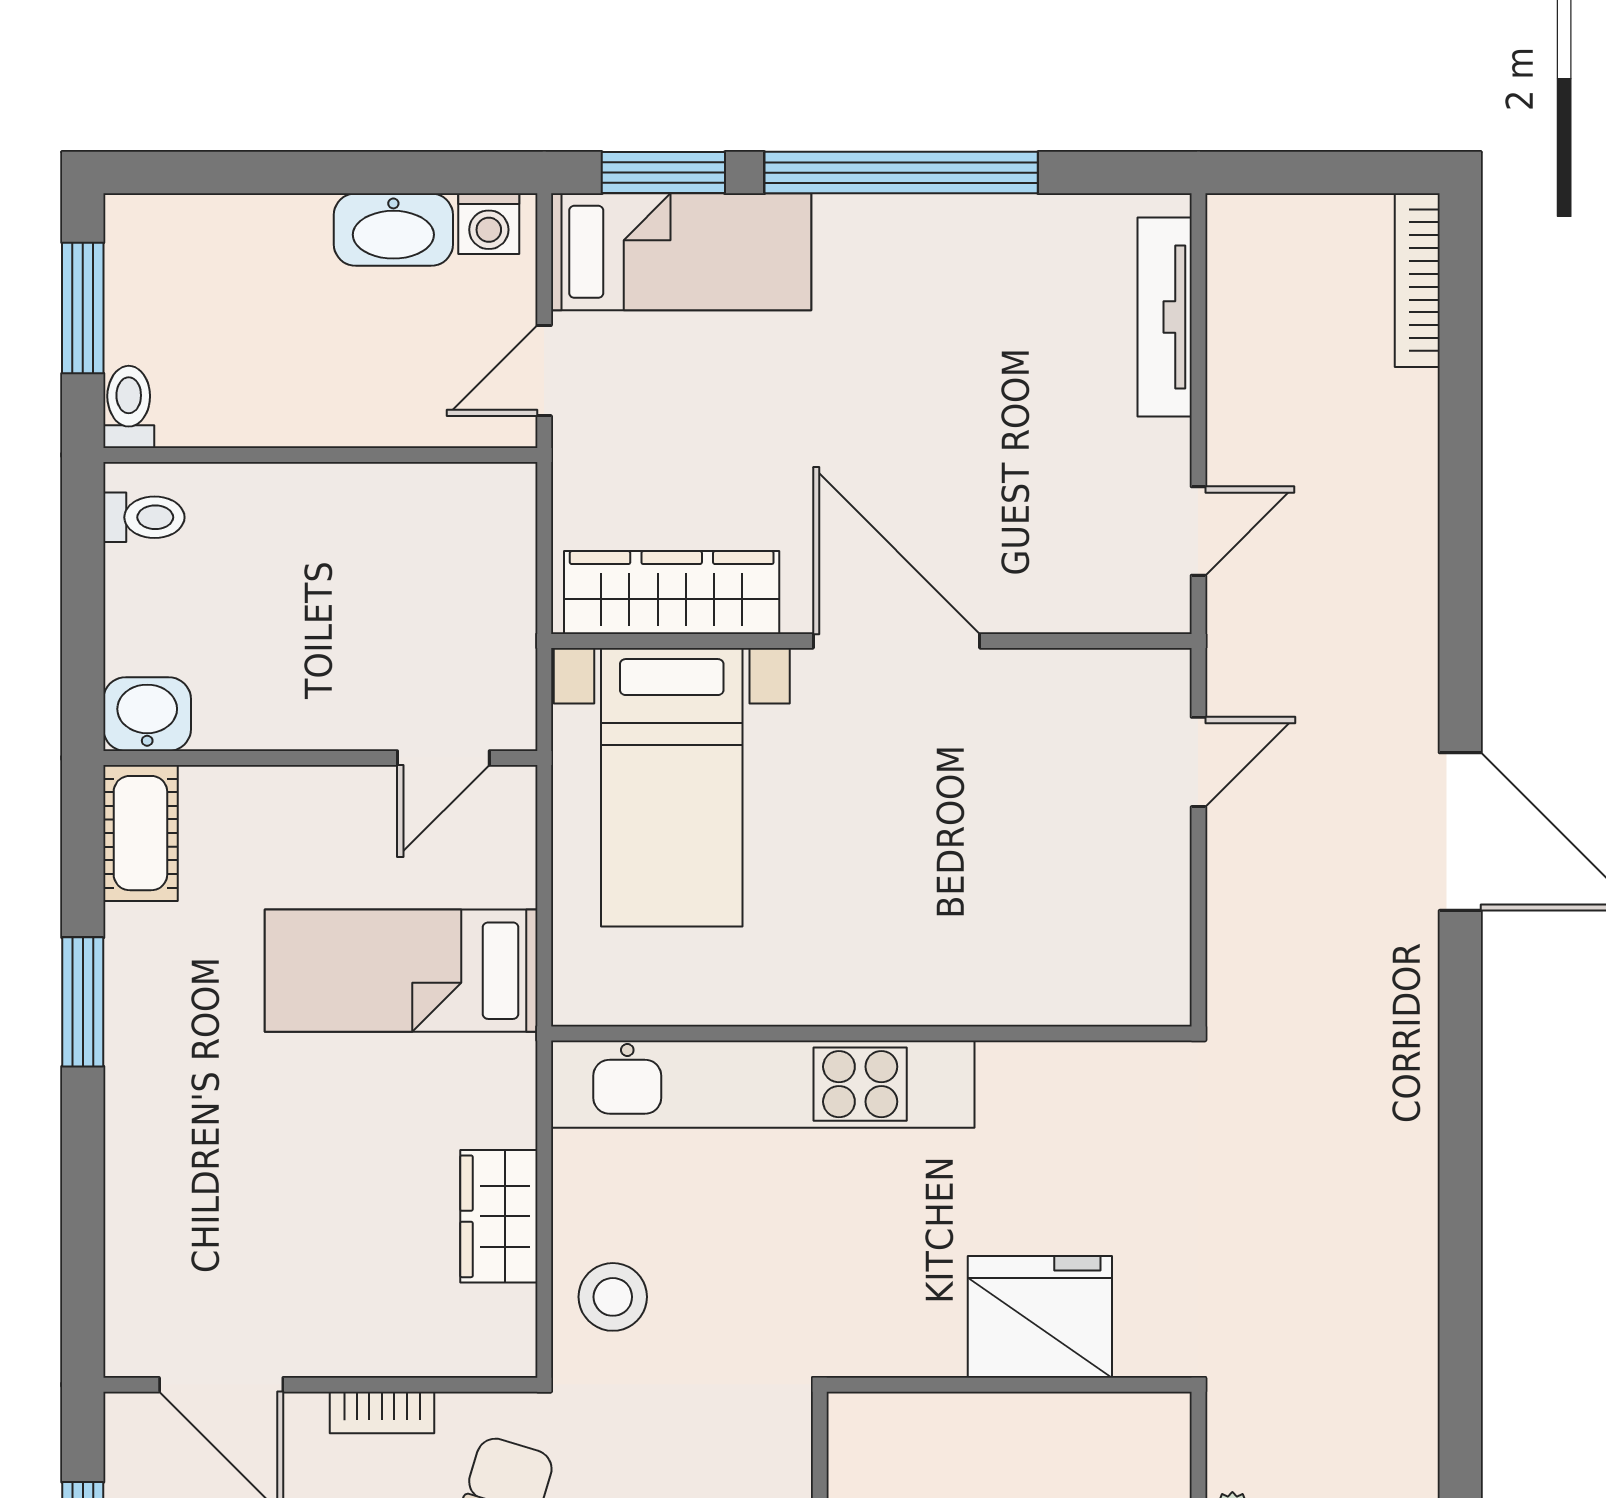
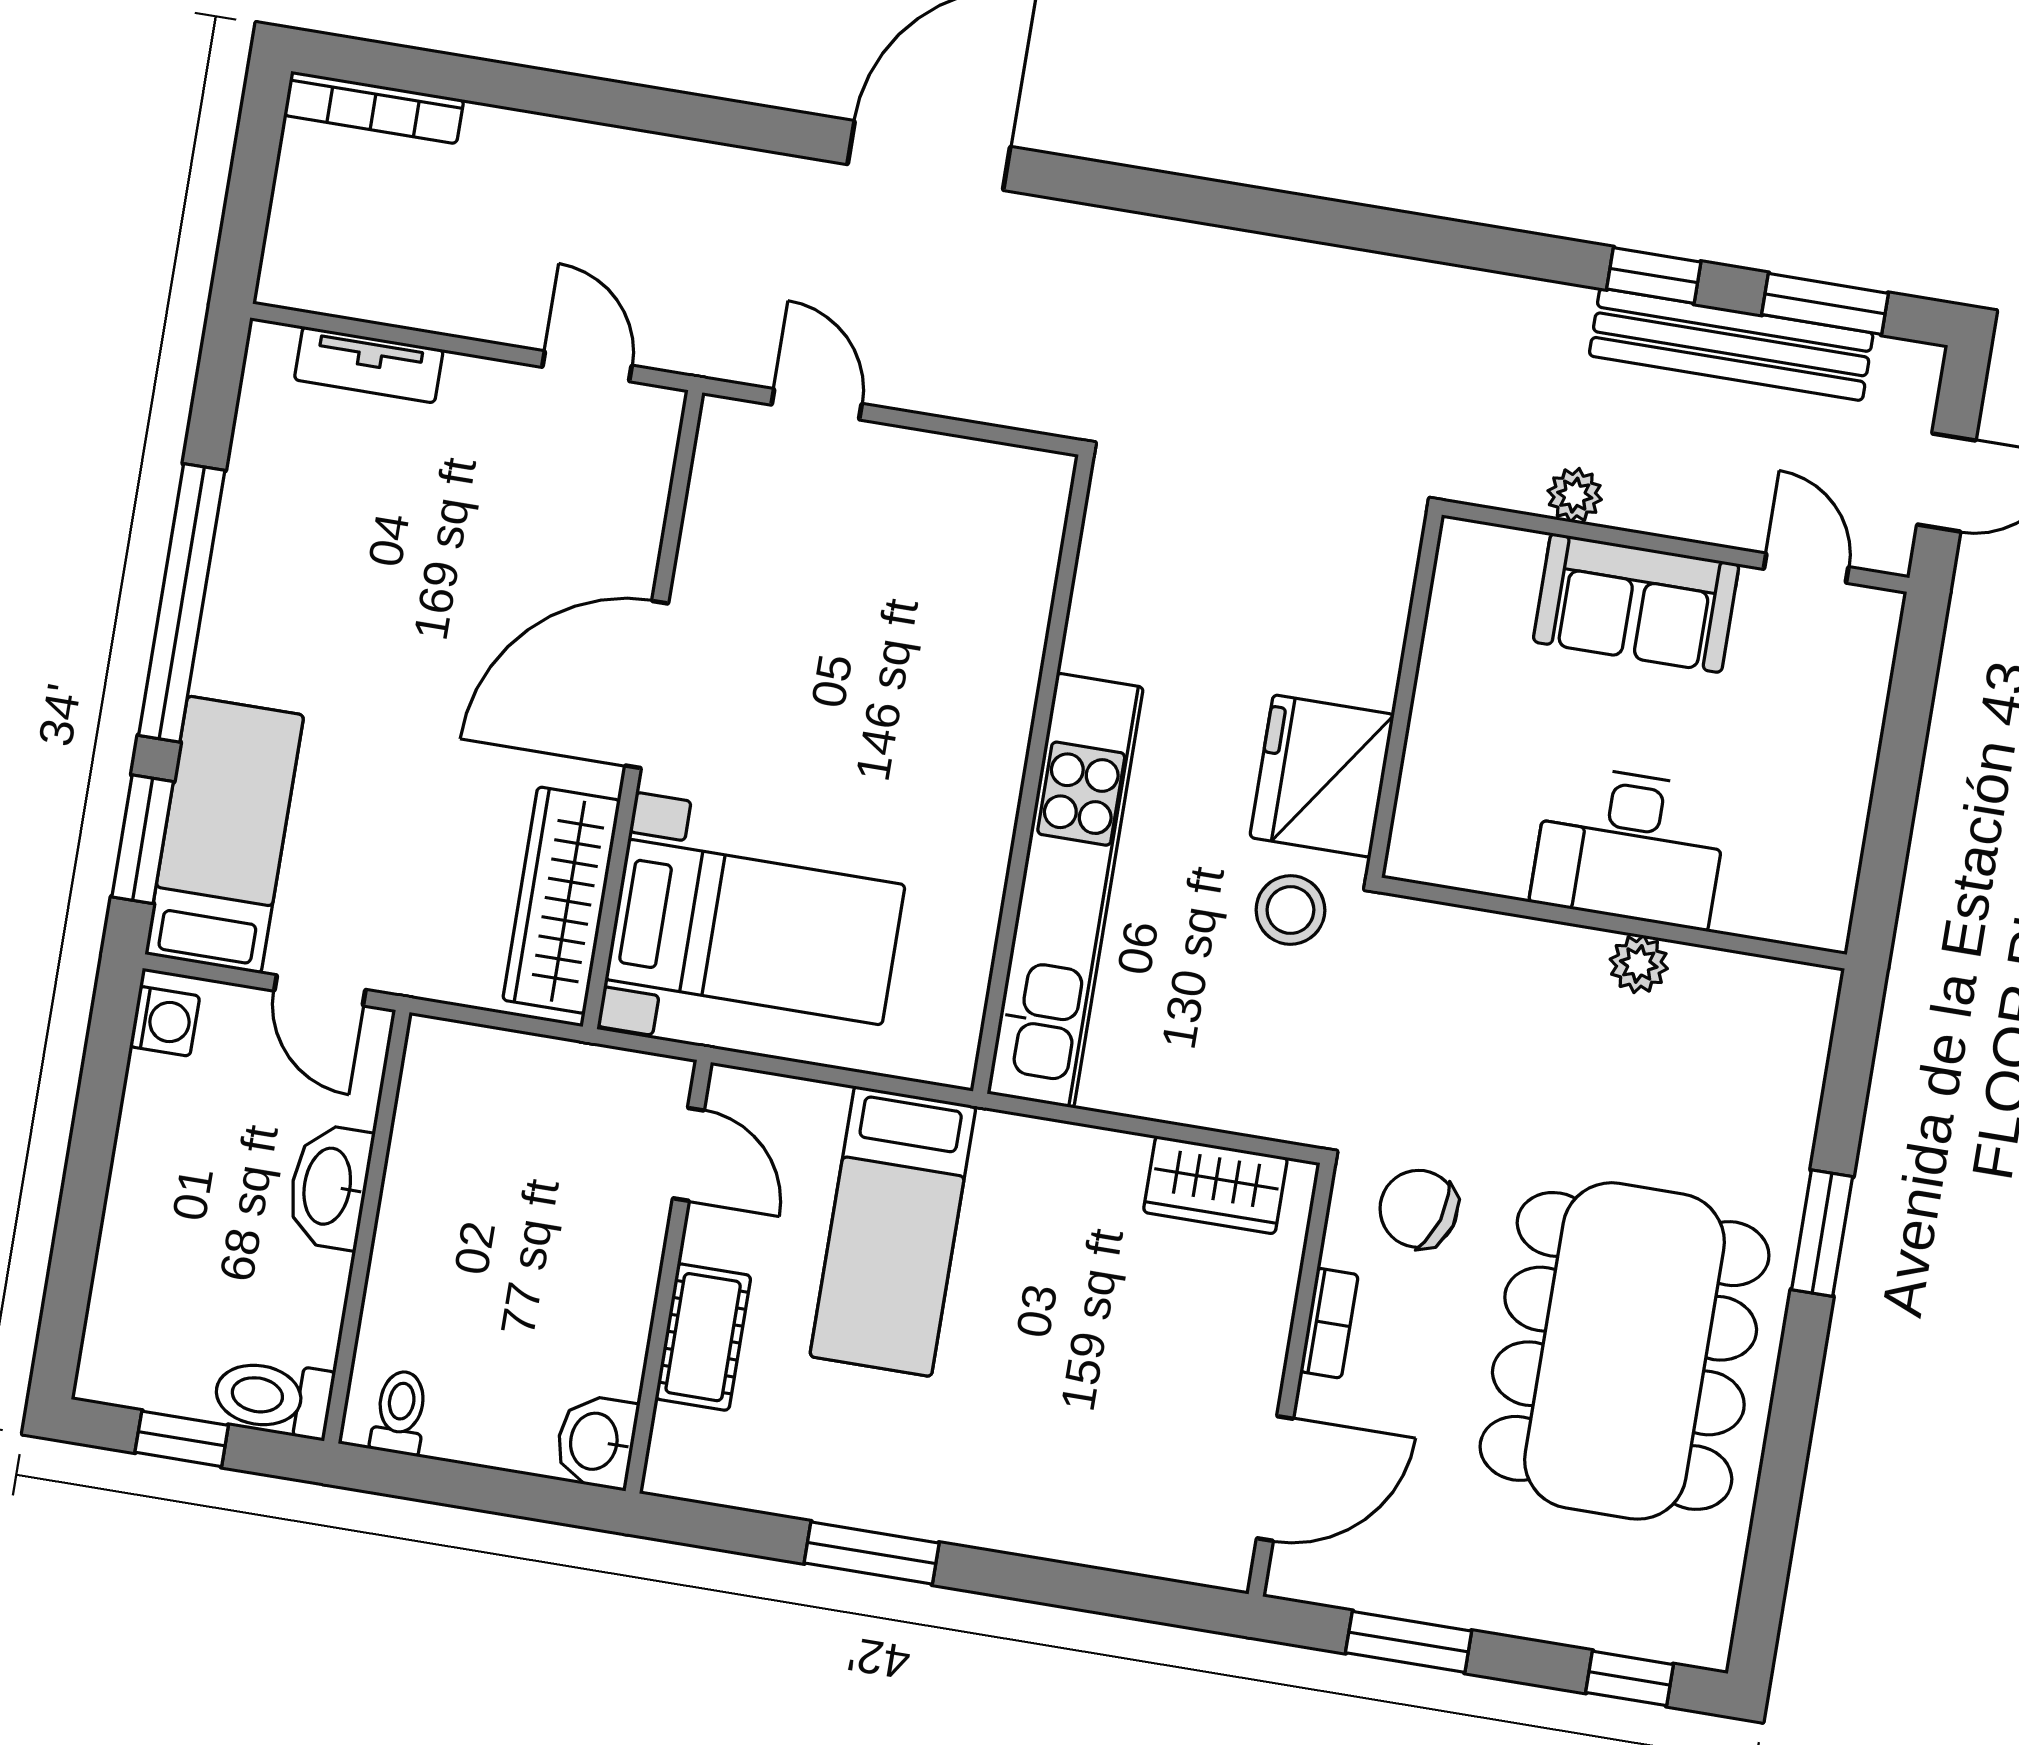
washbasin: (393, 230) -> (329, 1187), moved, turned 180
window: (83, 308) -> (182, 1439), width x0.67
tv unit: (1165, 317) -> (369, 365), width x0.71
toilet: (129, 407) -> (273, 1397), width x1.37, depth x1.39
cot: (140, 833) -> (703, 1337), moved, turned 90
wardrobe: (499, 1216) -> (1215, 1185), moved
stool: (613, 1297) -> (1290, 910), moved
fridge: (1040, 1317) -> (1322, 776), moved

